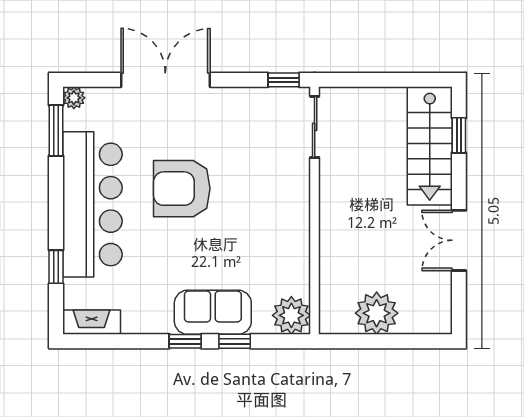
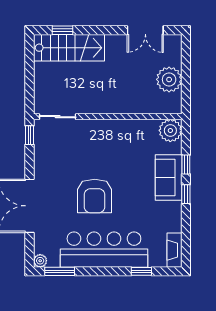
double door: (459, 240) -> (145, 30), moved

